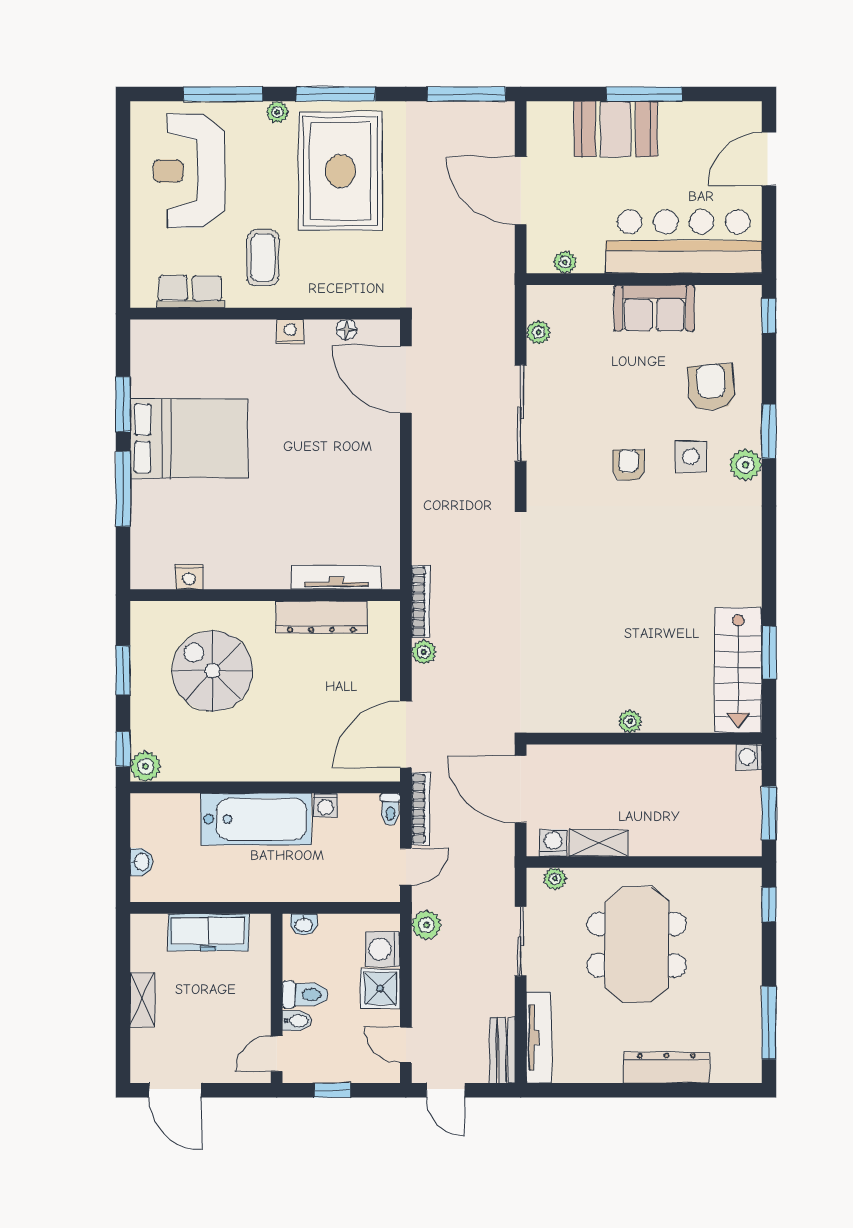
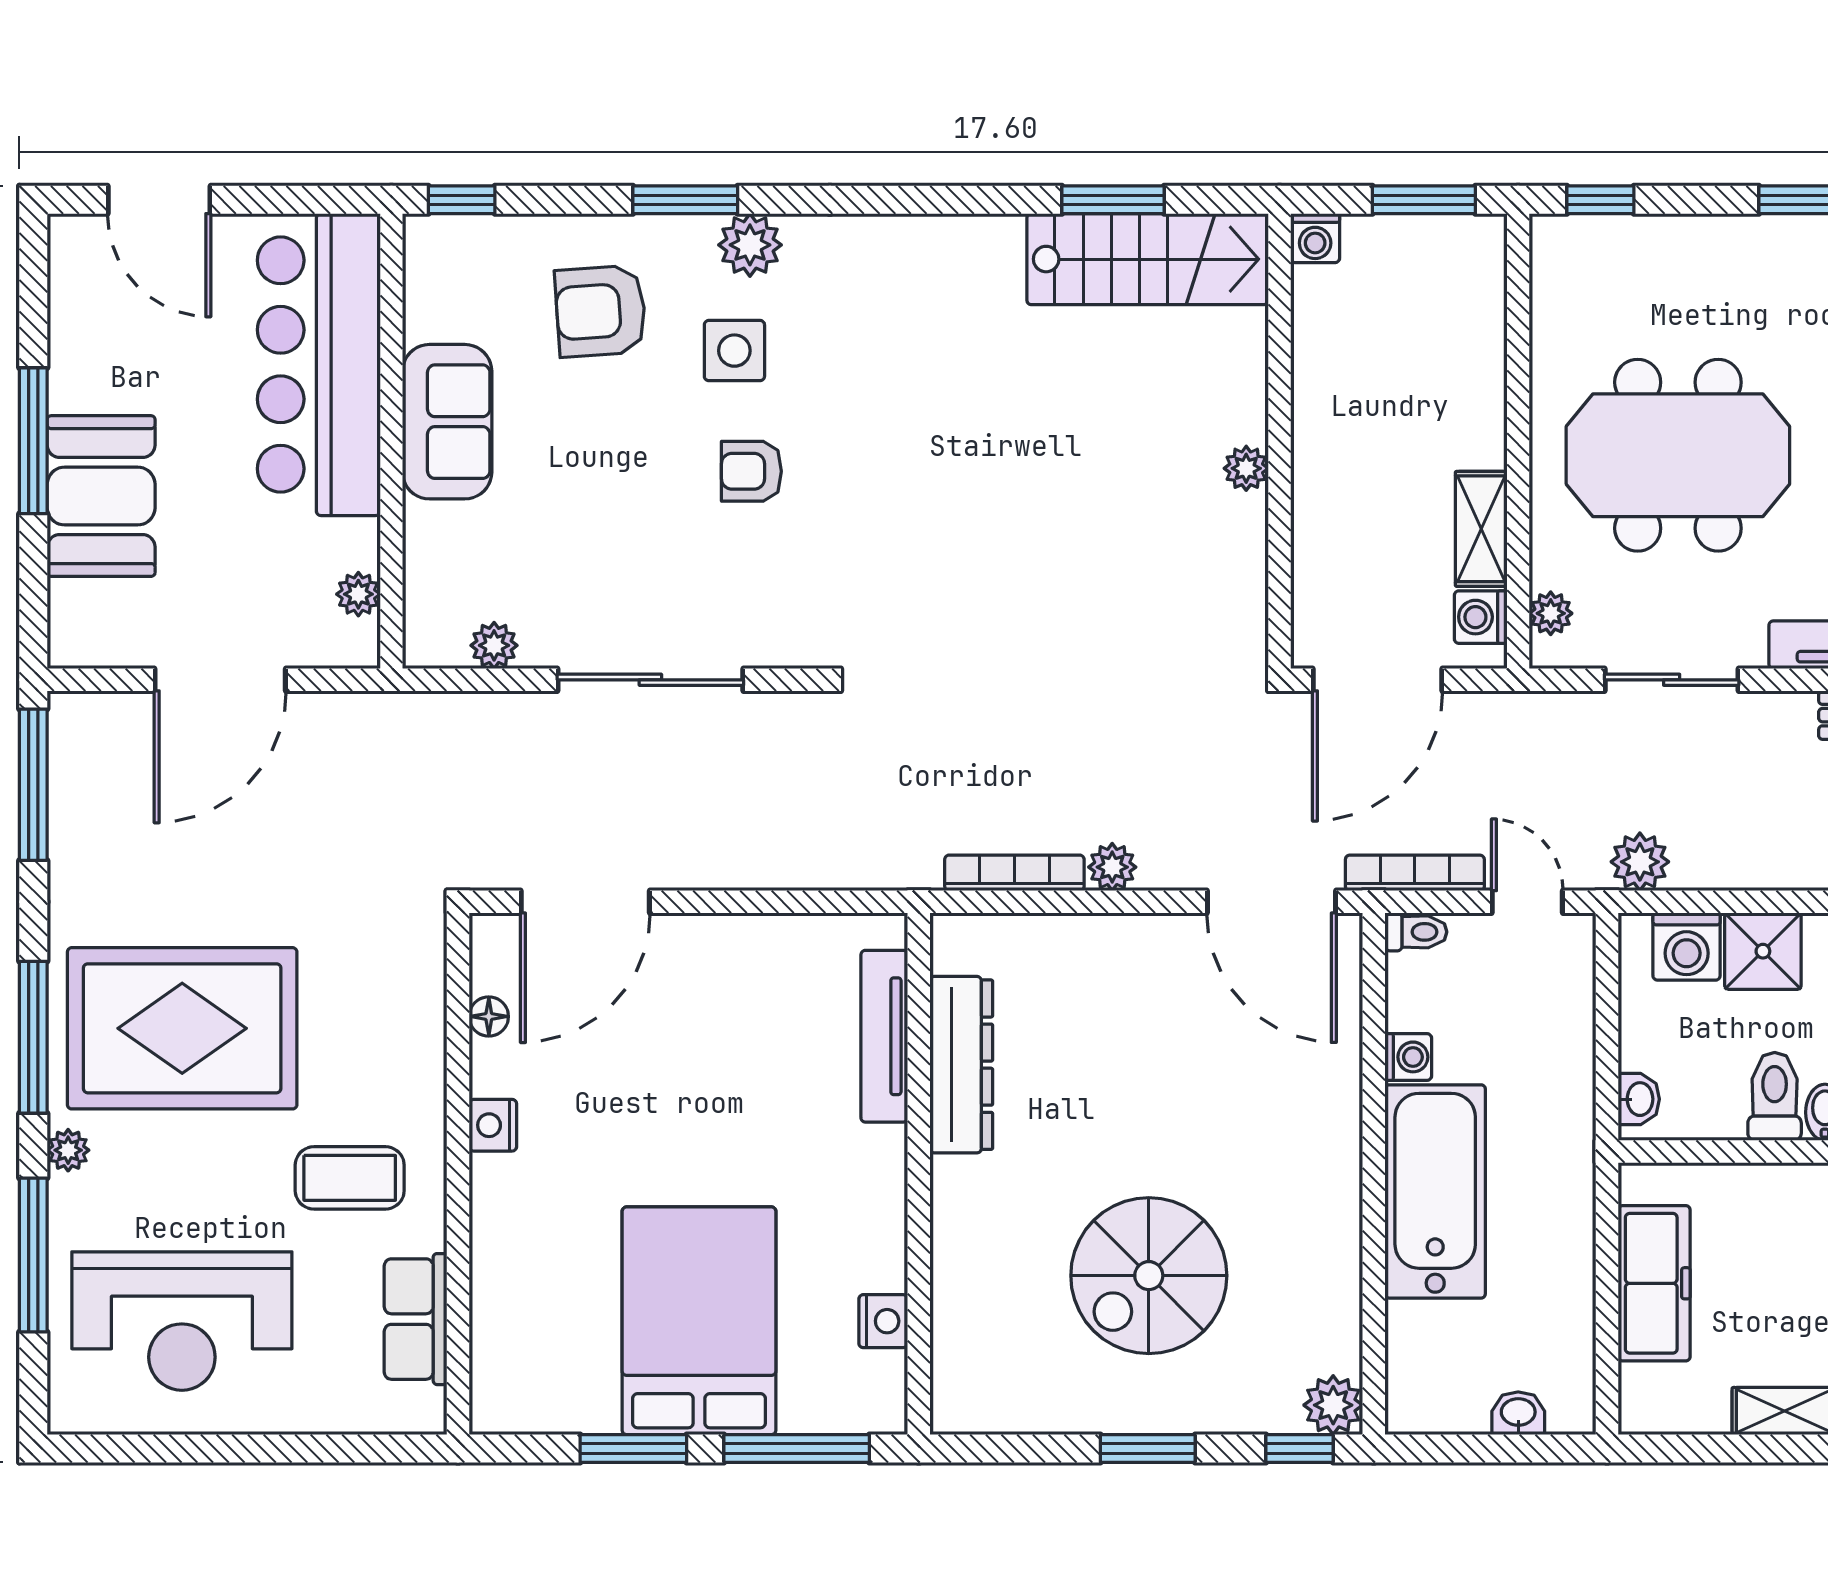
nightstand: (189, 577) -> (883, 1321), moved
tv unit: (336, 577) -> (884, 1036), moved
wall: (265, 595) -> (919, 1174), moved
dresser: (322, 617) -> (961, 1065), moved

